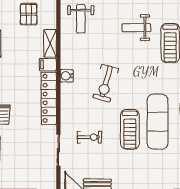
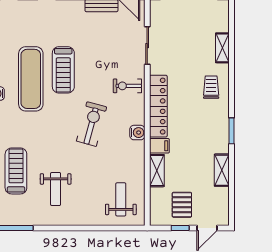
weight bench: (136, 28) -> (56, 189), turned 90
treadmill: (130, 129) -> (63, 70), turned 180
exercise bike: (89, 137) -> (127, 86), moved

